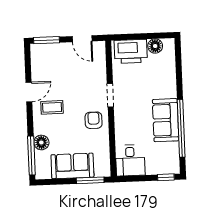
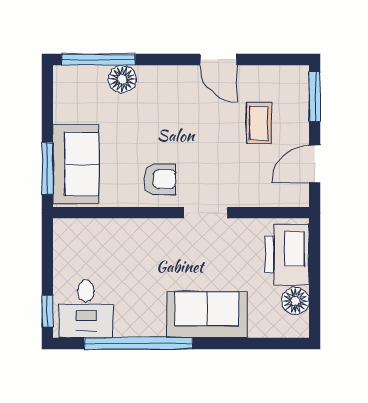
coffee table: (52, 107) -> (259, 123), moved
sofa: (166, 120) -> (207, 315), moved
desk: (130, 160) -> (86, 309), moved, turned -90
sofa: (72, 166) -> (76, 164), moved

